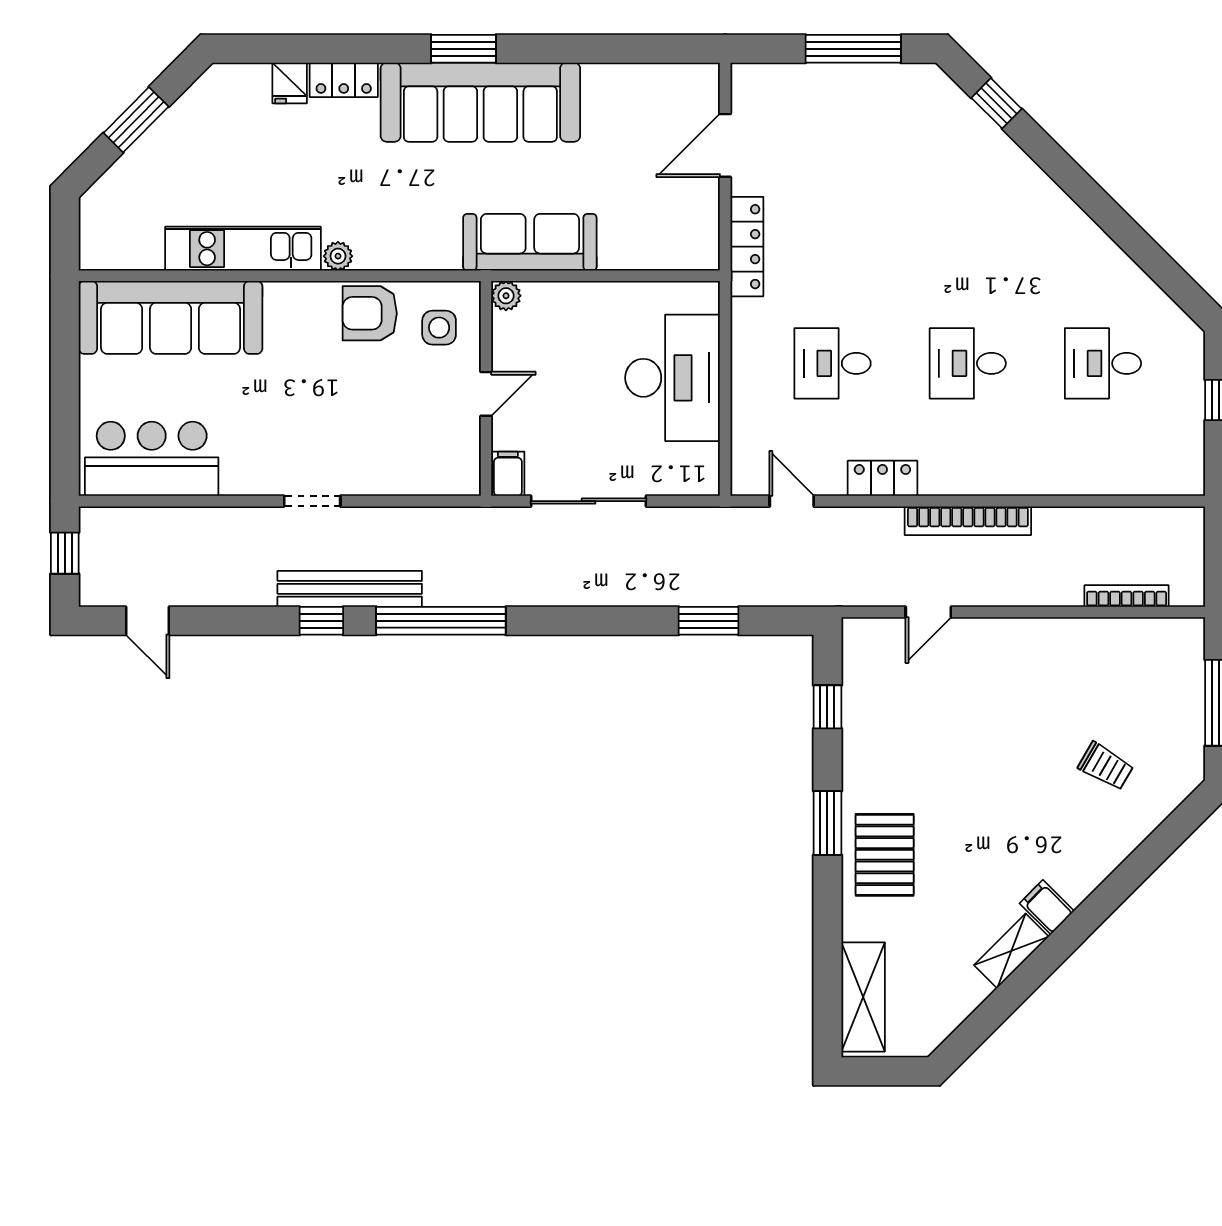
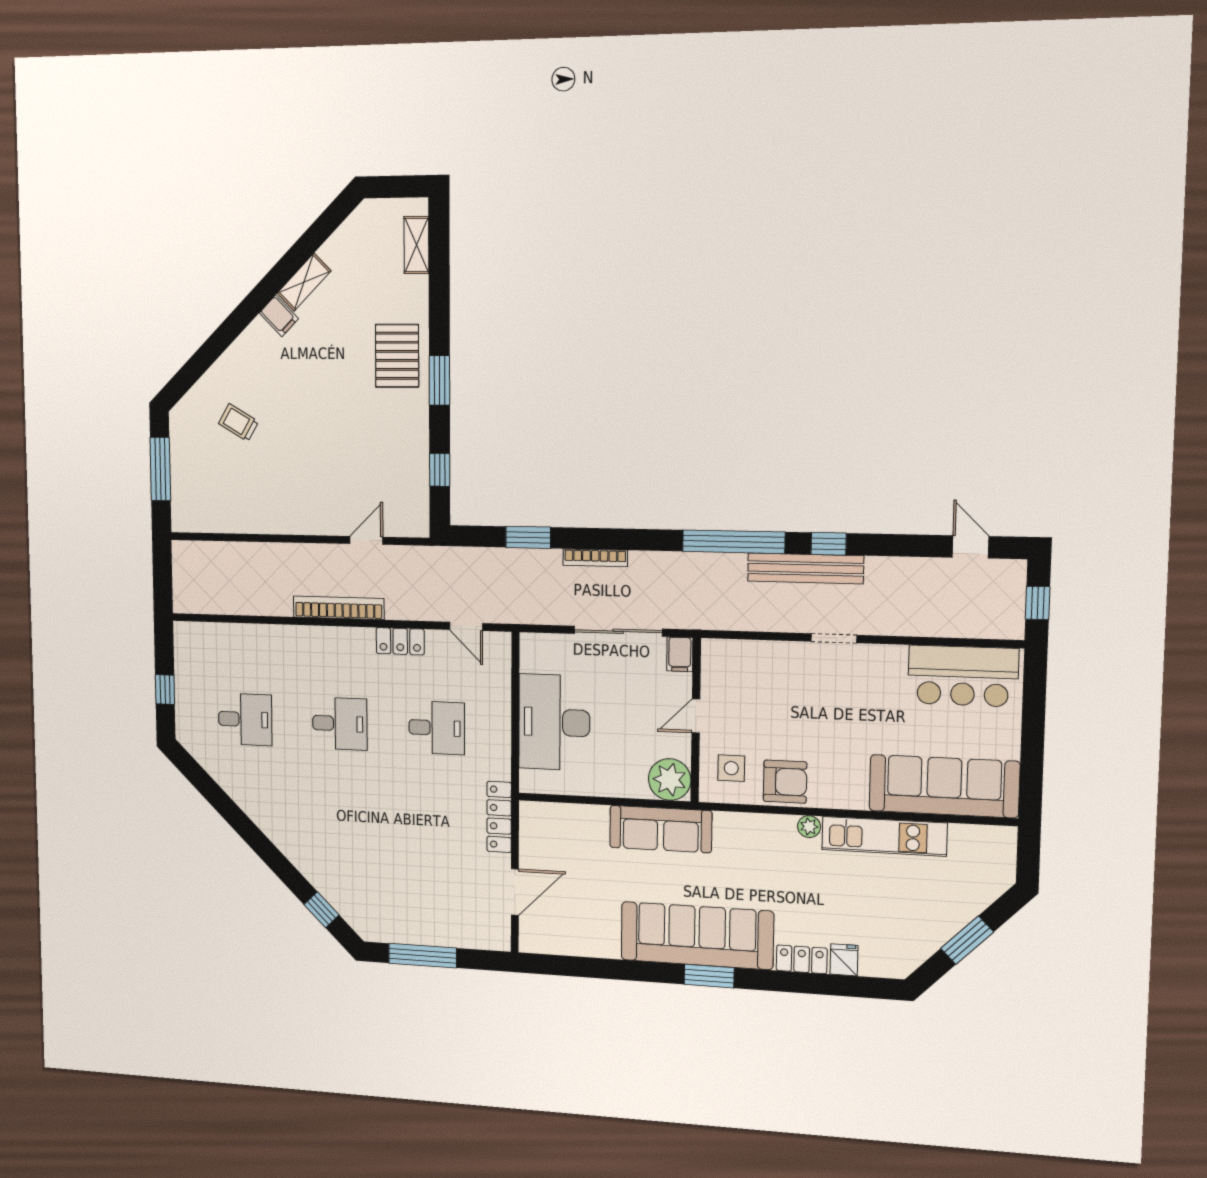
plant: (506, 296) -> (670, 780), width x1.87, depth x1.87
bookcase: (1127, 596) -> (595, 558), moved
shelving: (863, 997) -> (416, 245), width x0.67, depth x0.75

